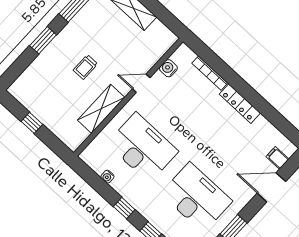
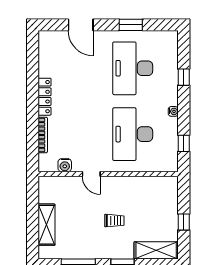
shelving: (101, 109) -> (156, 250), moved
filing cabinet: (277, 158) -> (58, 39), removed
water cooler: (107, 177) -> (173, 111), moved
window: (124, 208) -> (184, 143), moved

